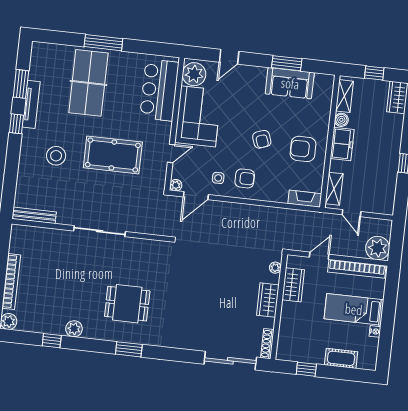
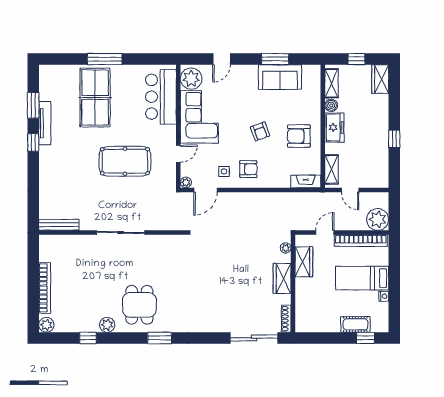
stool: (56, 156) -> (73, 168), removed
dining table: (127, 304) -> (139, 305), moved, turned 90
window: (306, 369) -> (366, 338), moved

